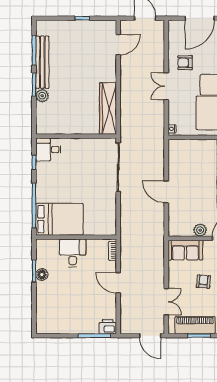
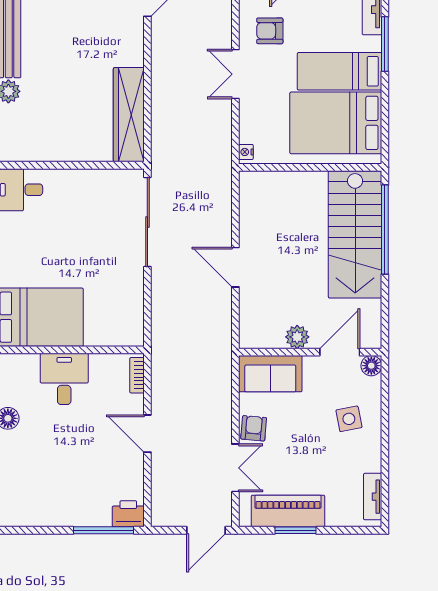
armchair: (203, 282) -> (254, 428), moved
door: (150, 336) -> (206, 530), hinge flipped

